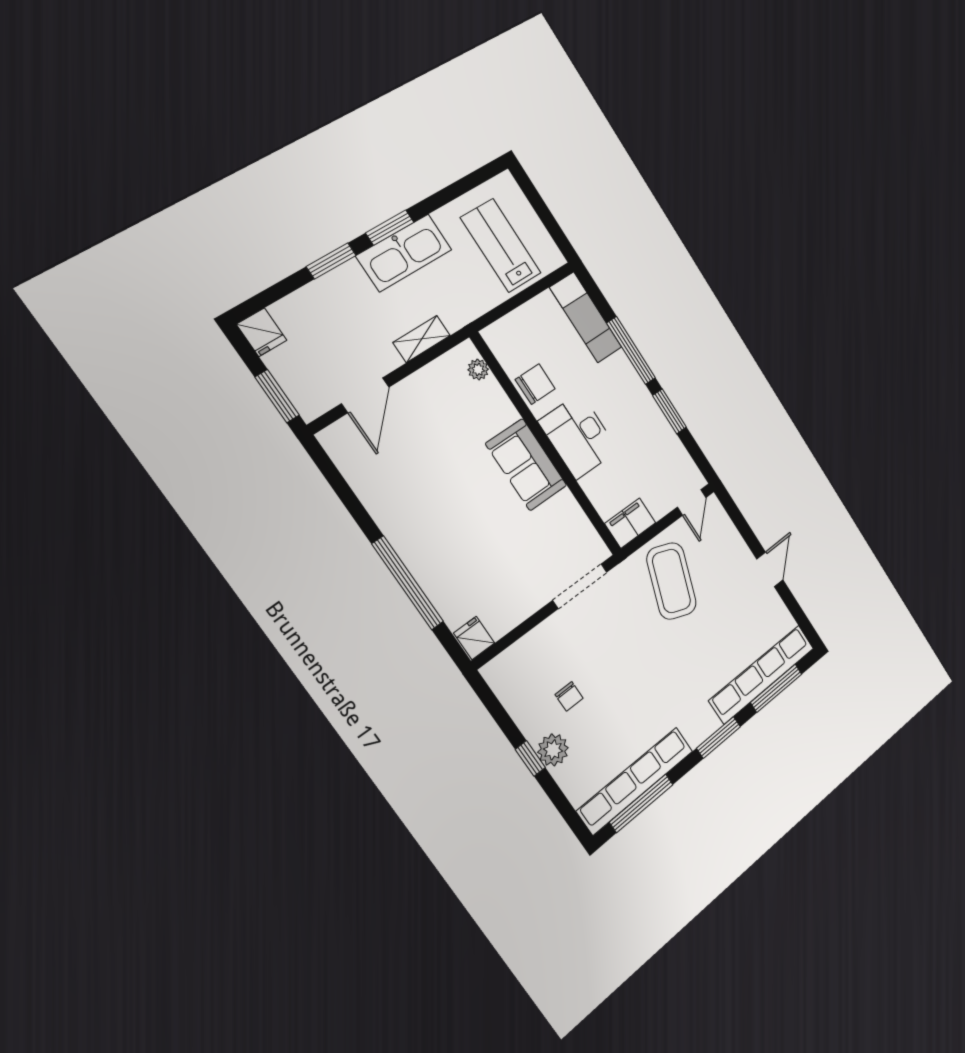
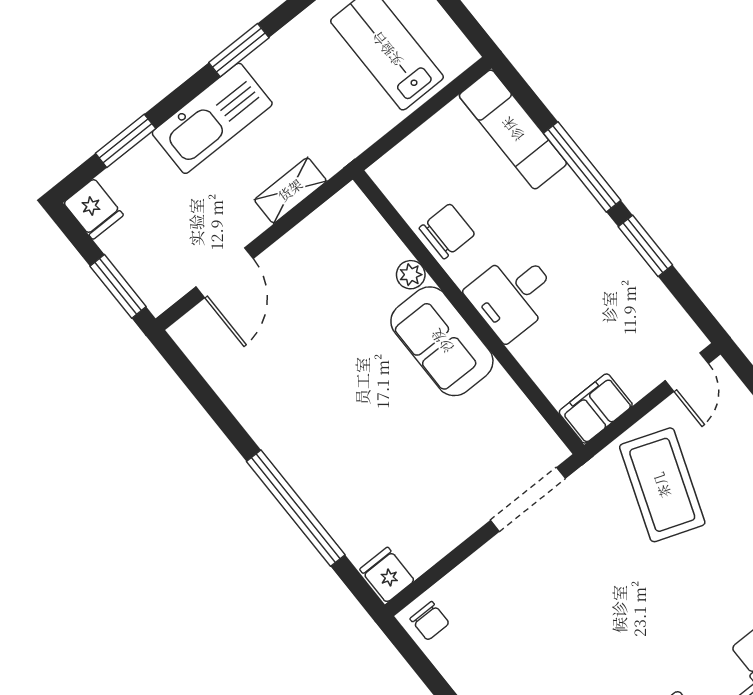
kitchen sink: (404, 253) -> (212, 118), moved
window: (331, 261) -> (126, 141), moved
plant: (478, 370) -> (411, 275), moved
desk: (578, 436) -> (513, 295), width x0.73
chair: (569, 696) -> (430, 621), moved

